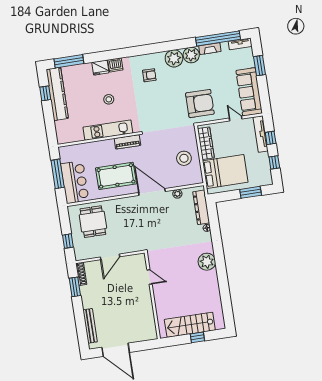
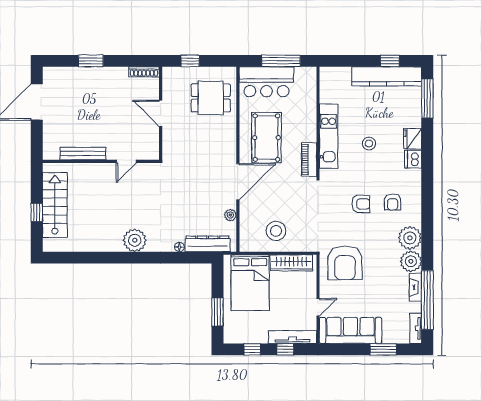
armchair: (154, 99) -> (361, 204), added
window: (75, 287) -> (91, 61), moved
bench: (90, 326) -> (83, 154), moved

